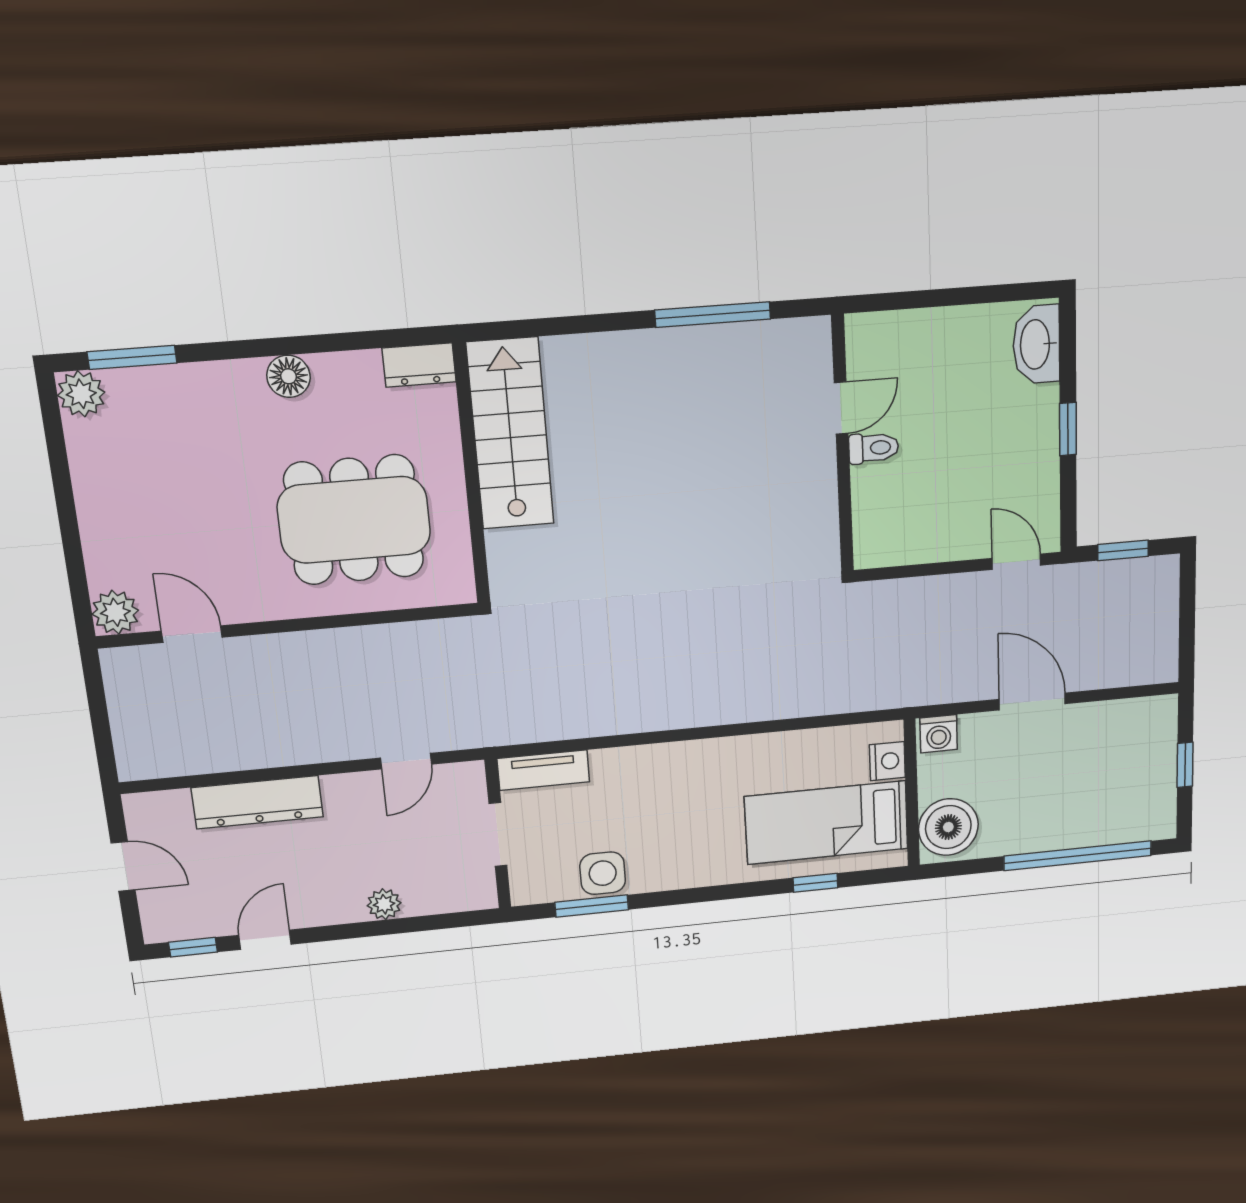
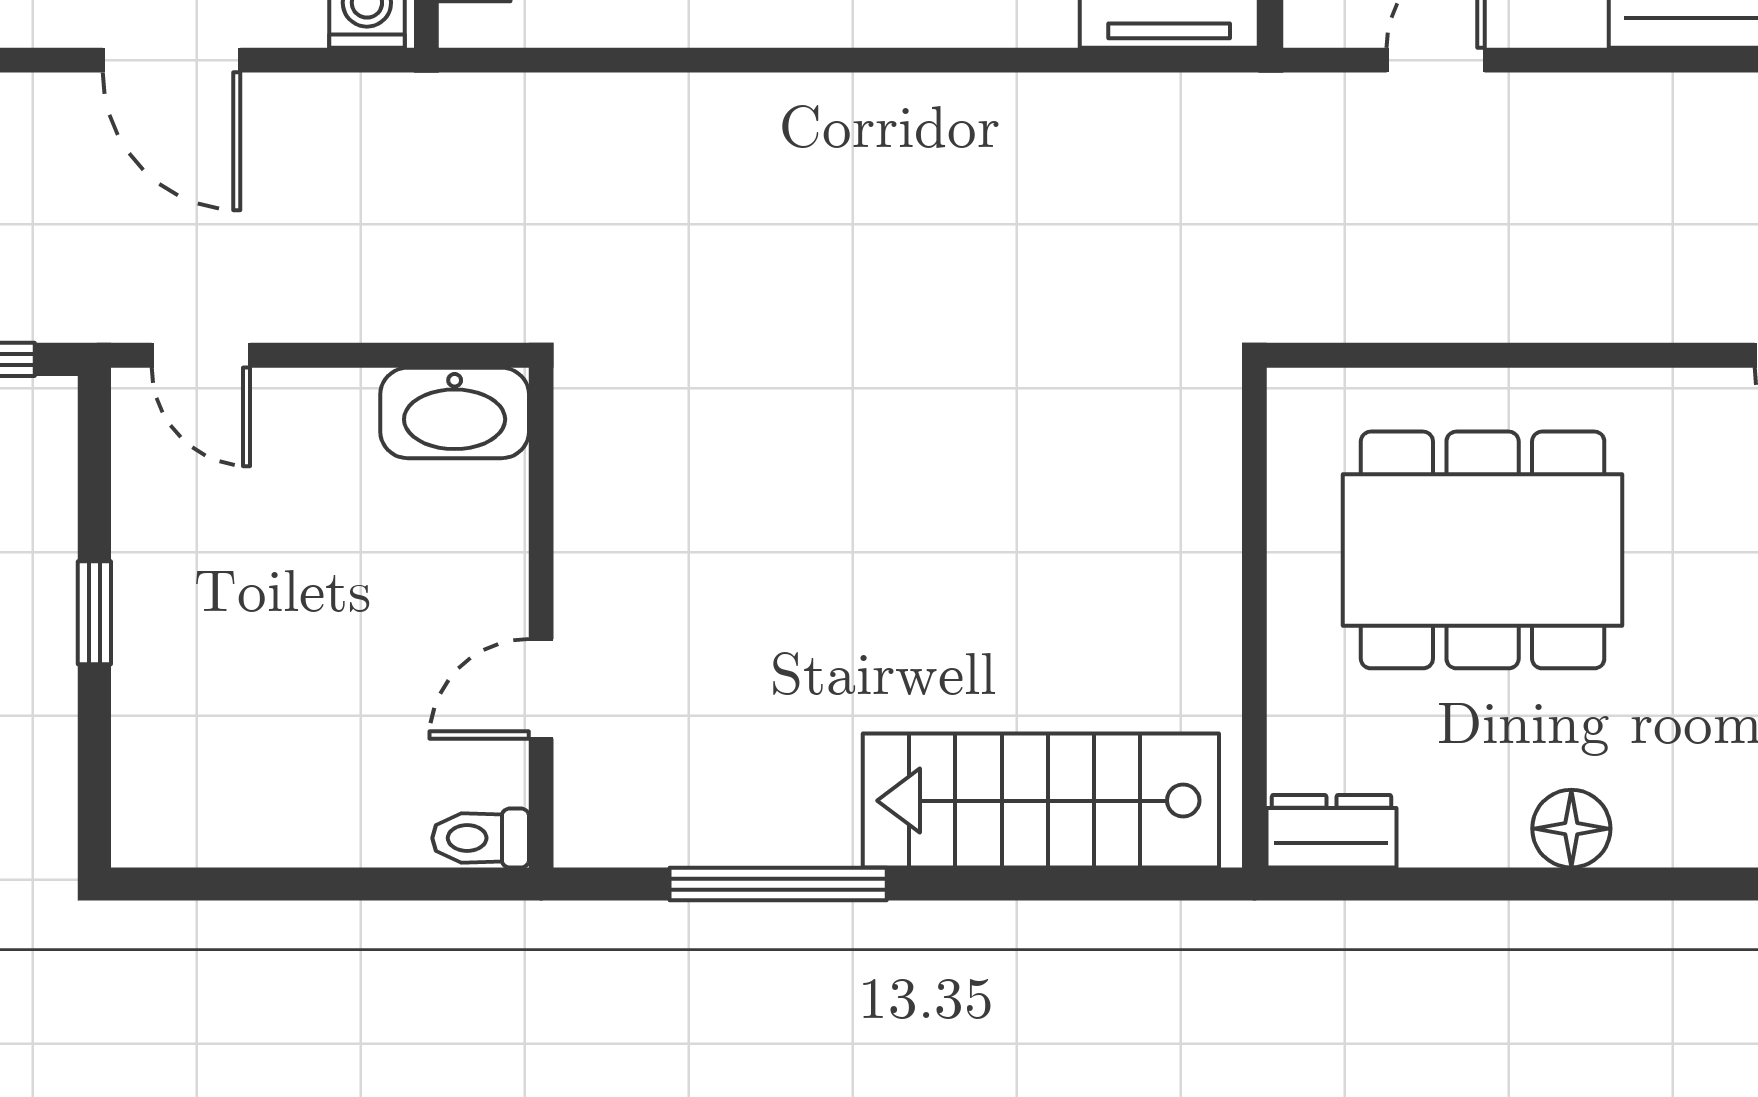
washbasin: (1036, 344) -> (455, 413), moved, turned 90
stairs: (510, 434) -> (1041, 801), moved, turned 90
toilet: (874, 448) -> (481, 838), moved

